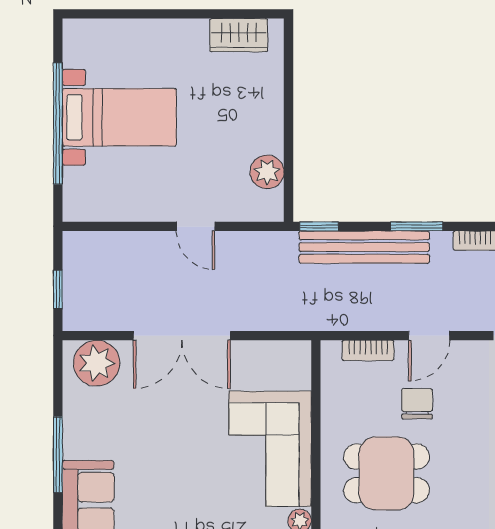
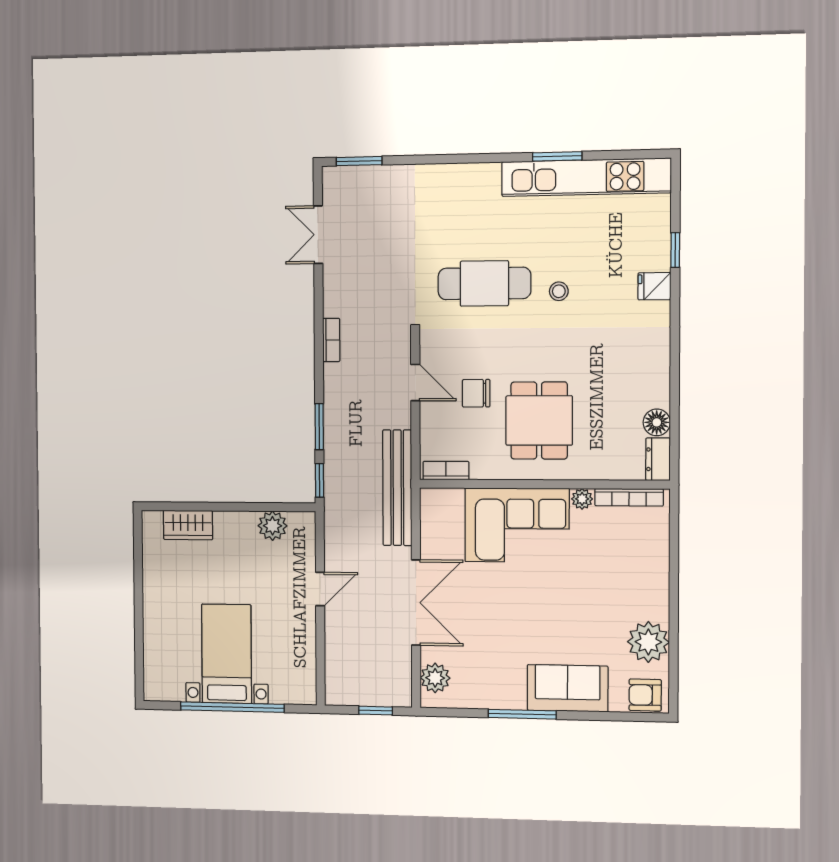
wardrobe: (239, 35) -> (188, 525), moved, turned 90
window: (417, 226) -> (319, 427), moved
bench: (364, 247) -> (397, 488), moved
bookcase: (368, 350) -> (446, 471), moved, turned -90
plant: (97, 363) -> (435, 678), width x0.73, depth x0.73

